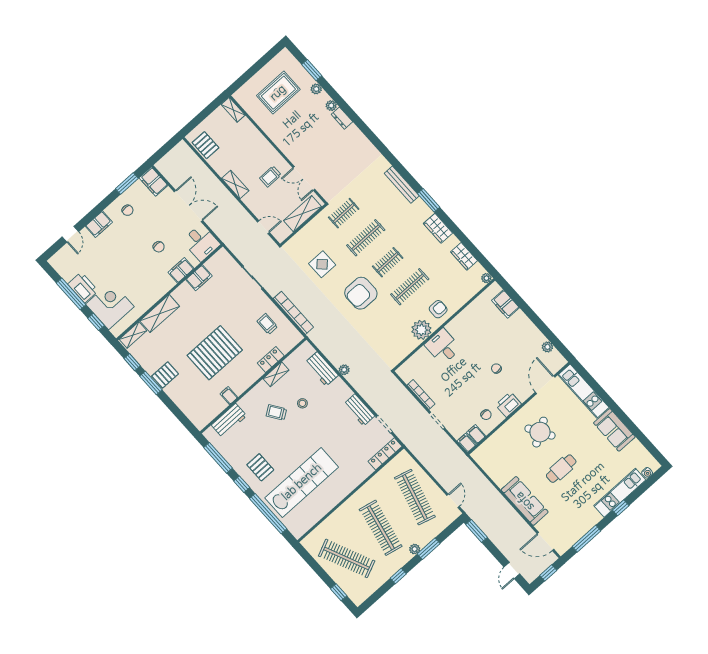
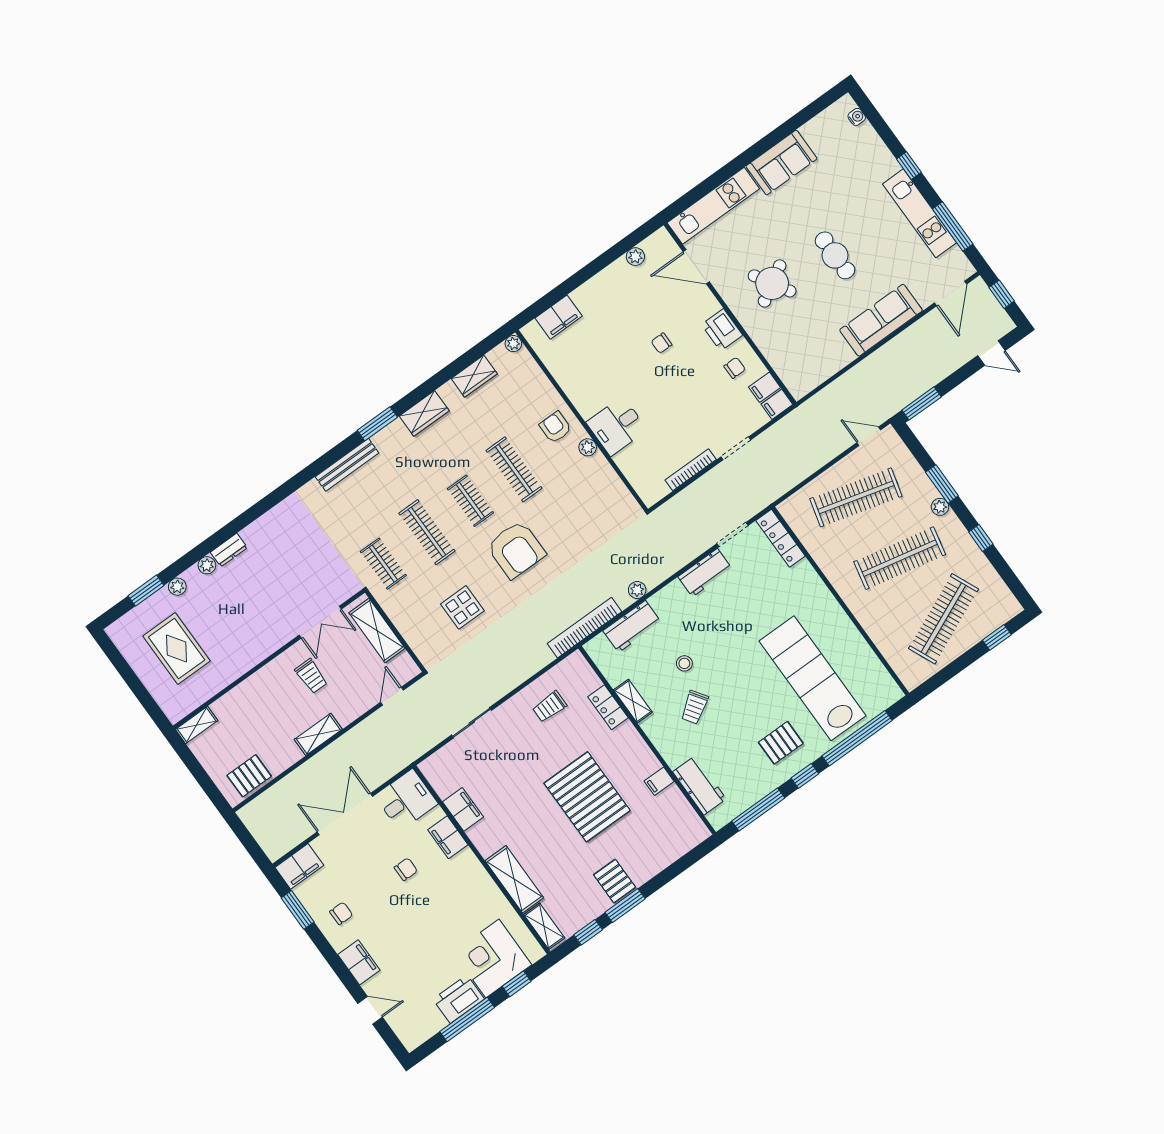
bookcase: (293, 313) -> (584, 628), moved
plant: (421, 330) -> (588, 447), width x0.53, depth x0.53
kitchen unit: (620, 493) -> (920, 213), moved

